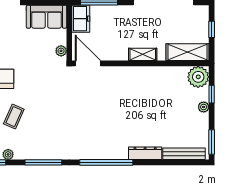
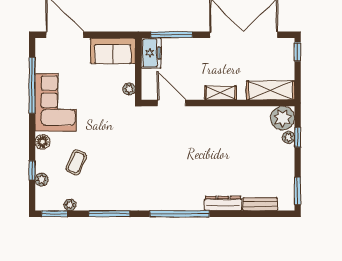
window: (212, 29) -> (298, 52), moved
door: (88, 63) -> (172, 103), moved
plant: (204, 107) -> (288, 137), moved
bench: (184, 154) -> (260, 204), width x0.73

